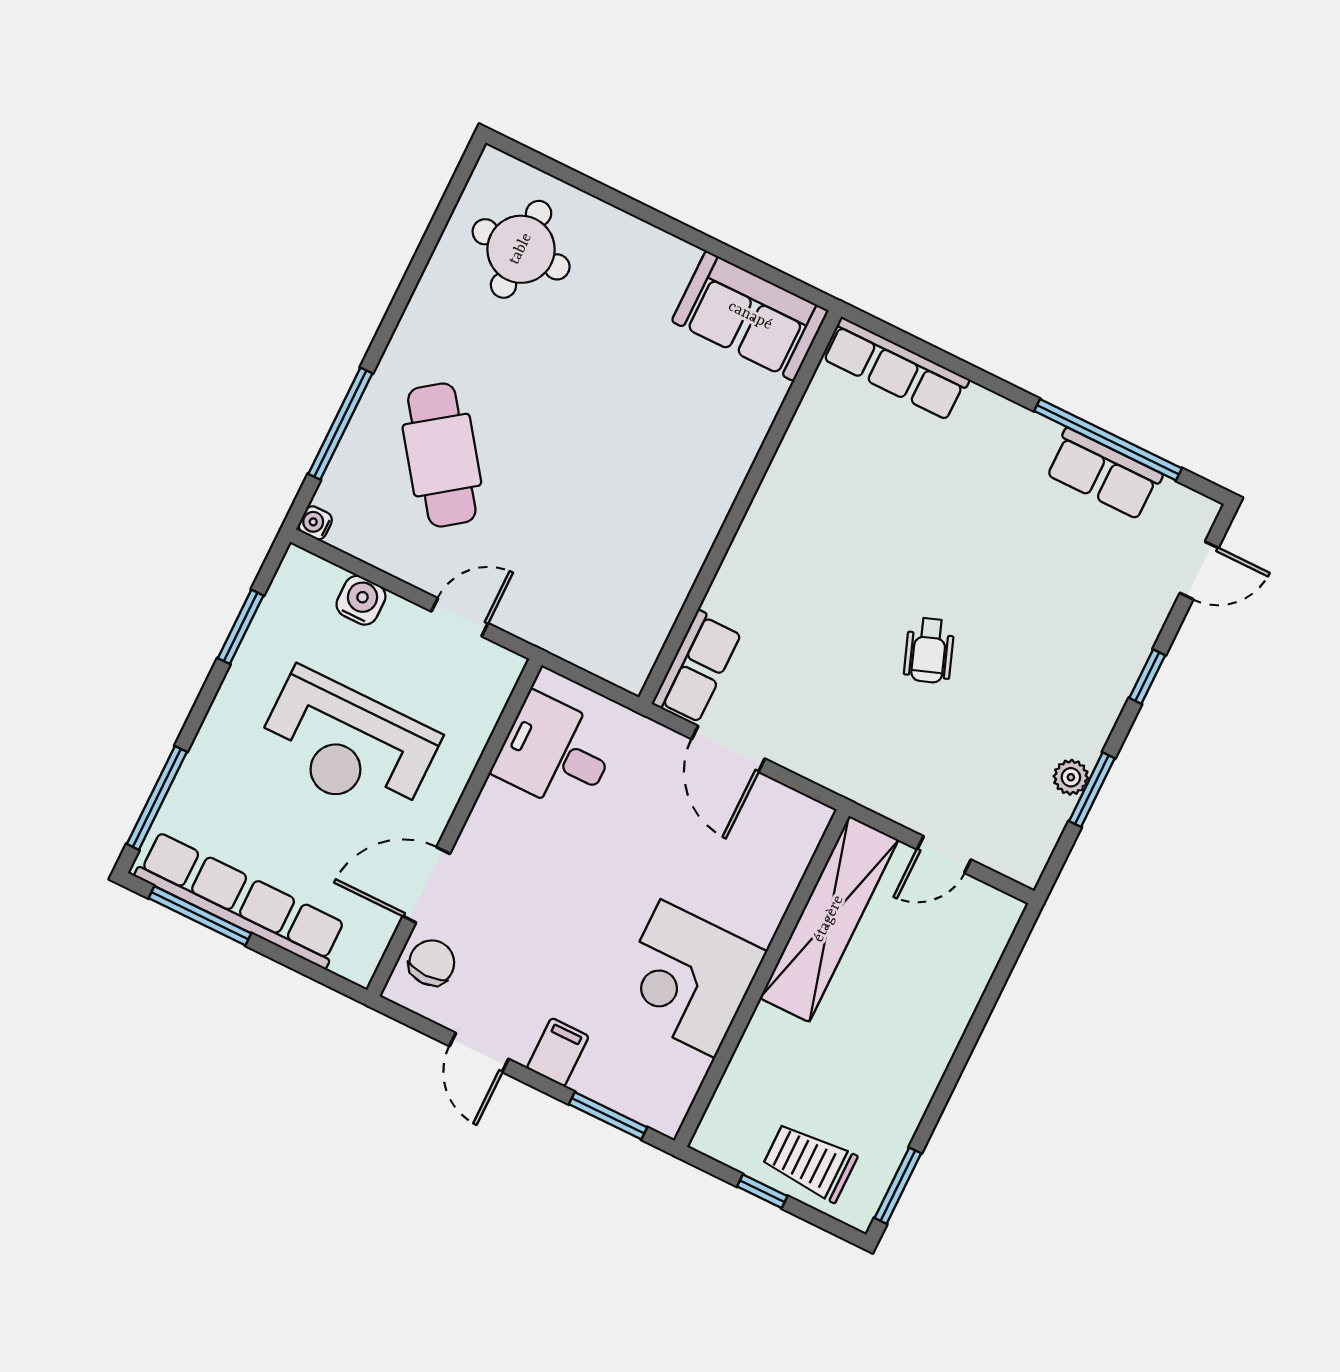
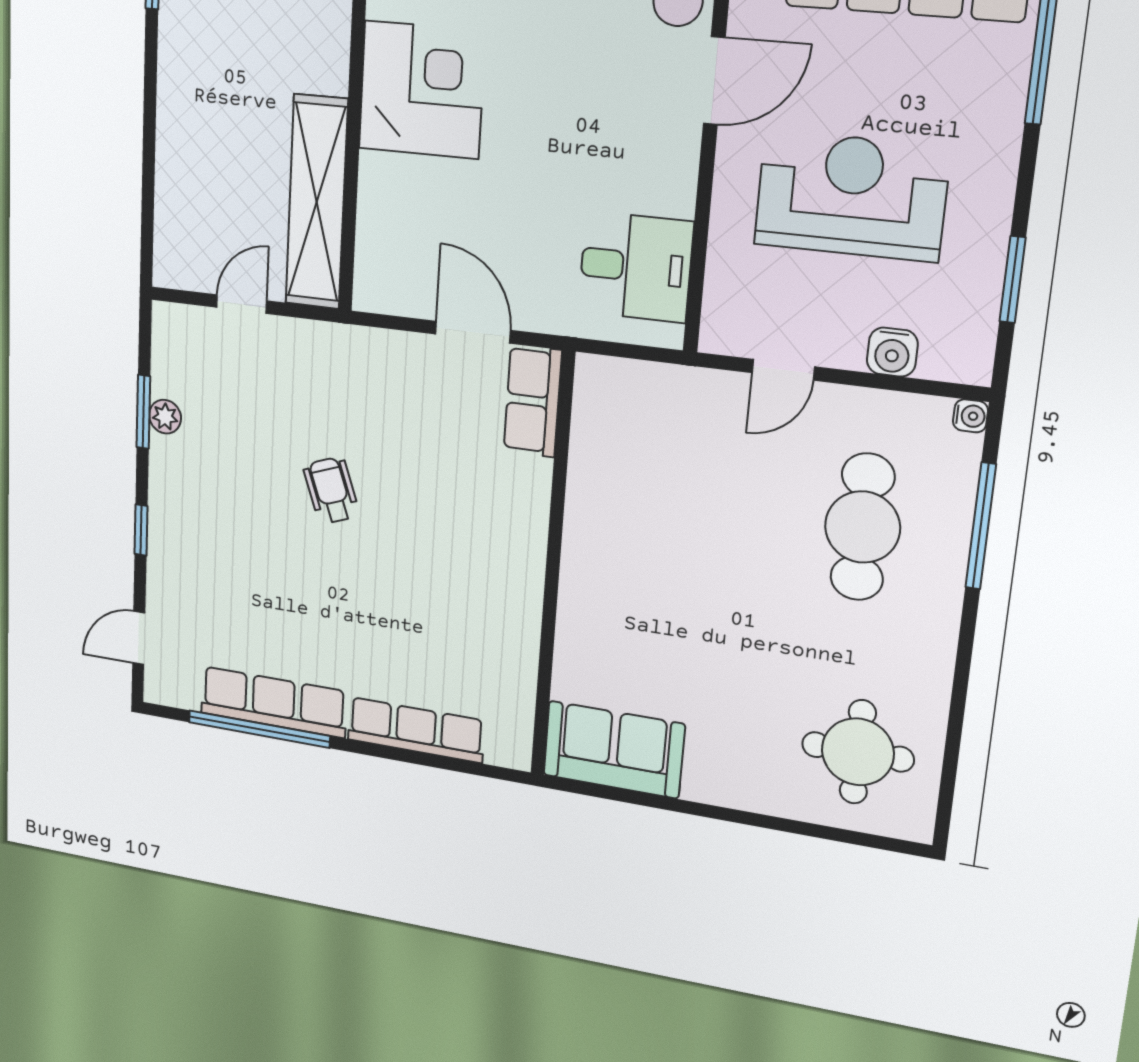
row of seats: (895, 369) -> (416, 730), moved
cafe table: (442, 455) -> (862, 527), turned 36
row of seats: (1104, 474) -> (273, 702), width x1.48

